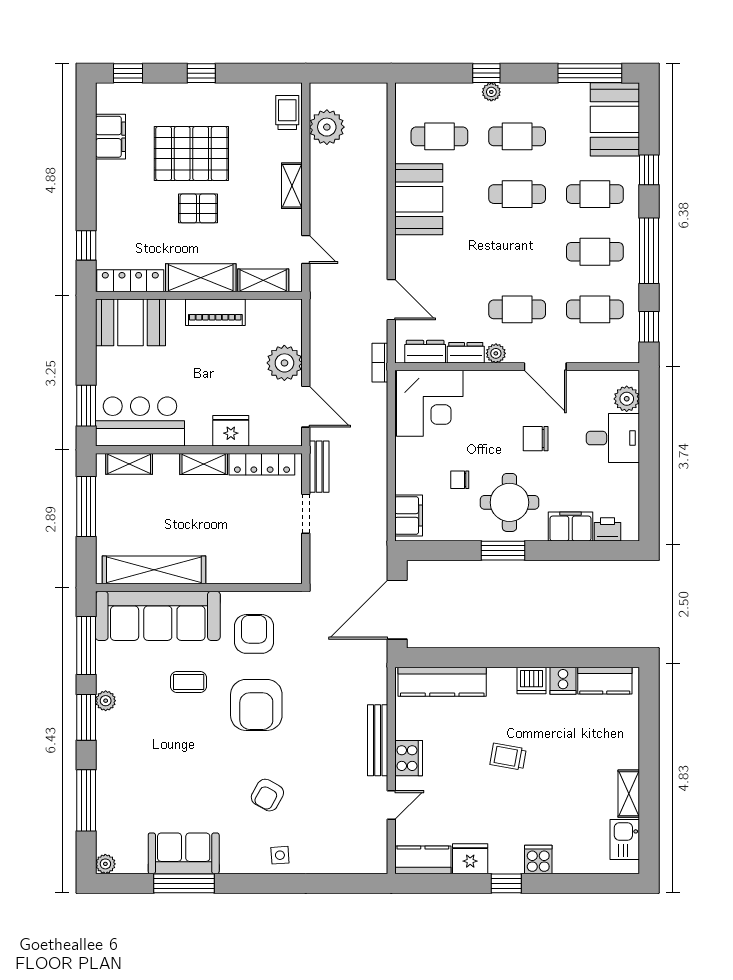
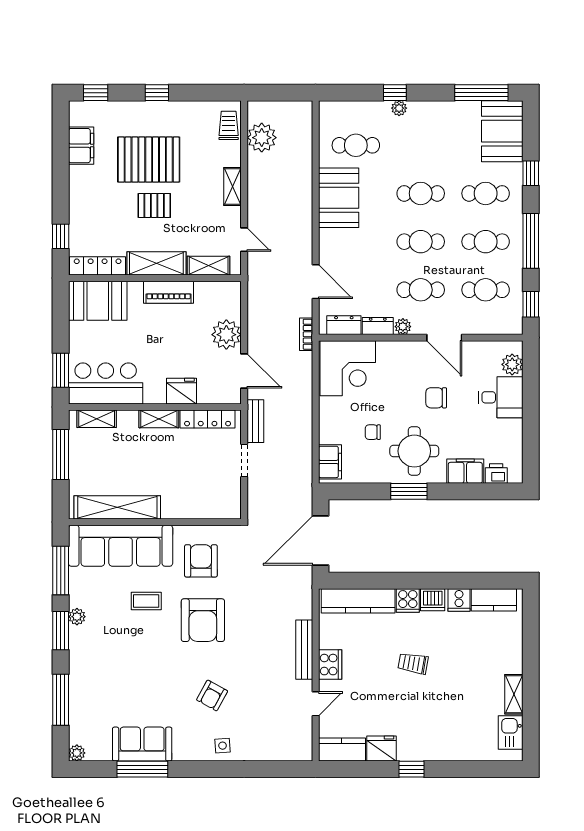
cafe table: (517, 136) -> (421, 242), moved
cooker: (538, 859) -> (408, 600), moved, turned 180

